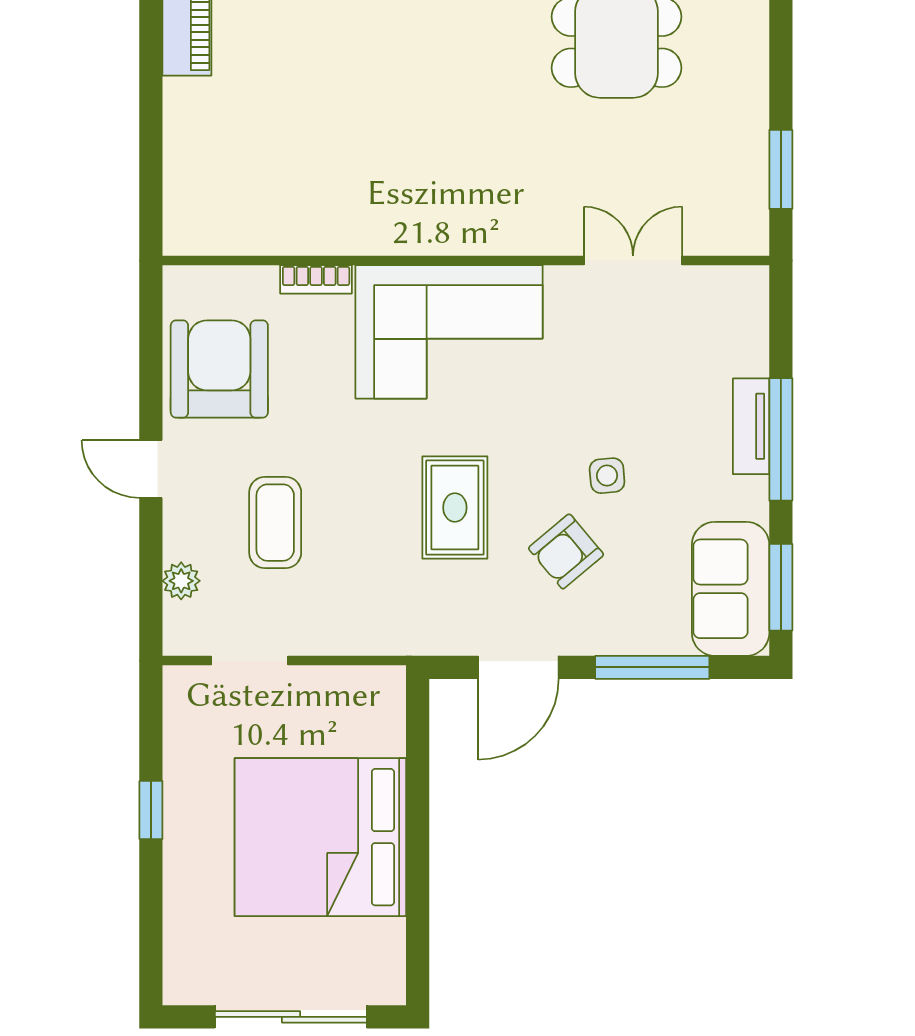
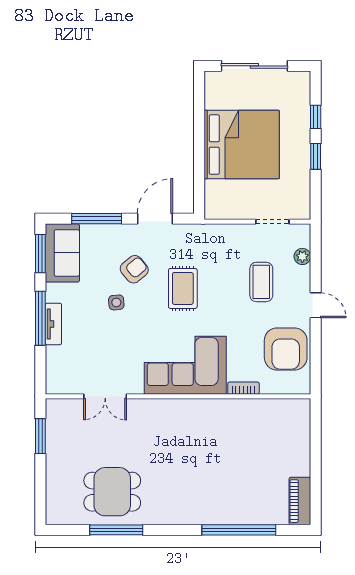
window: (151, 900) -> (316, 117), added

